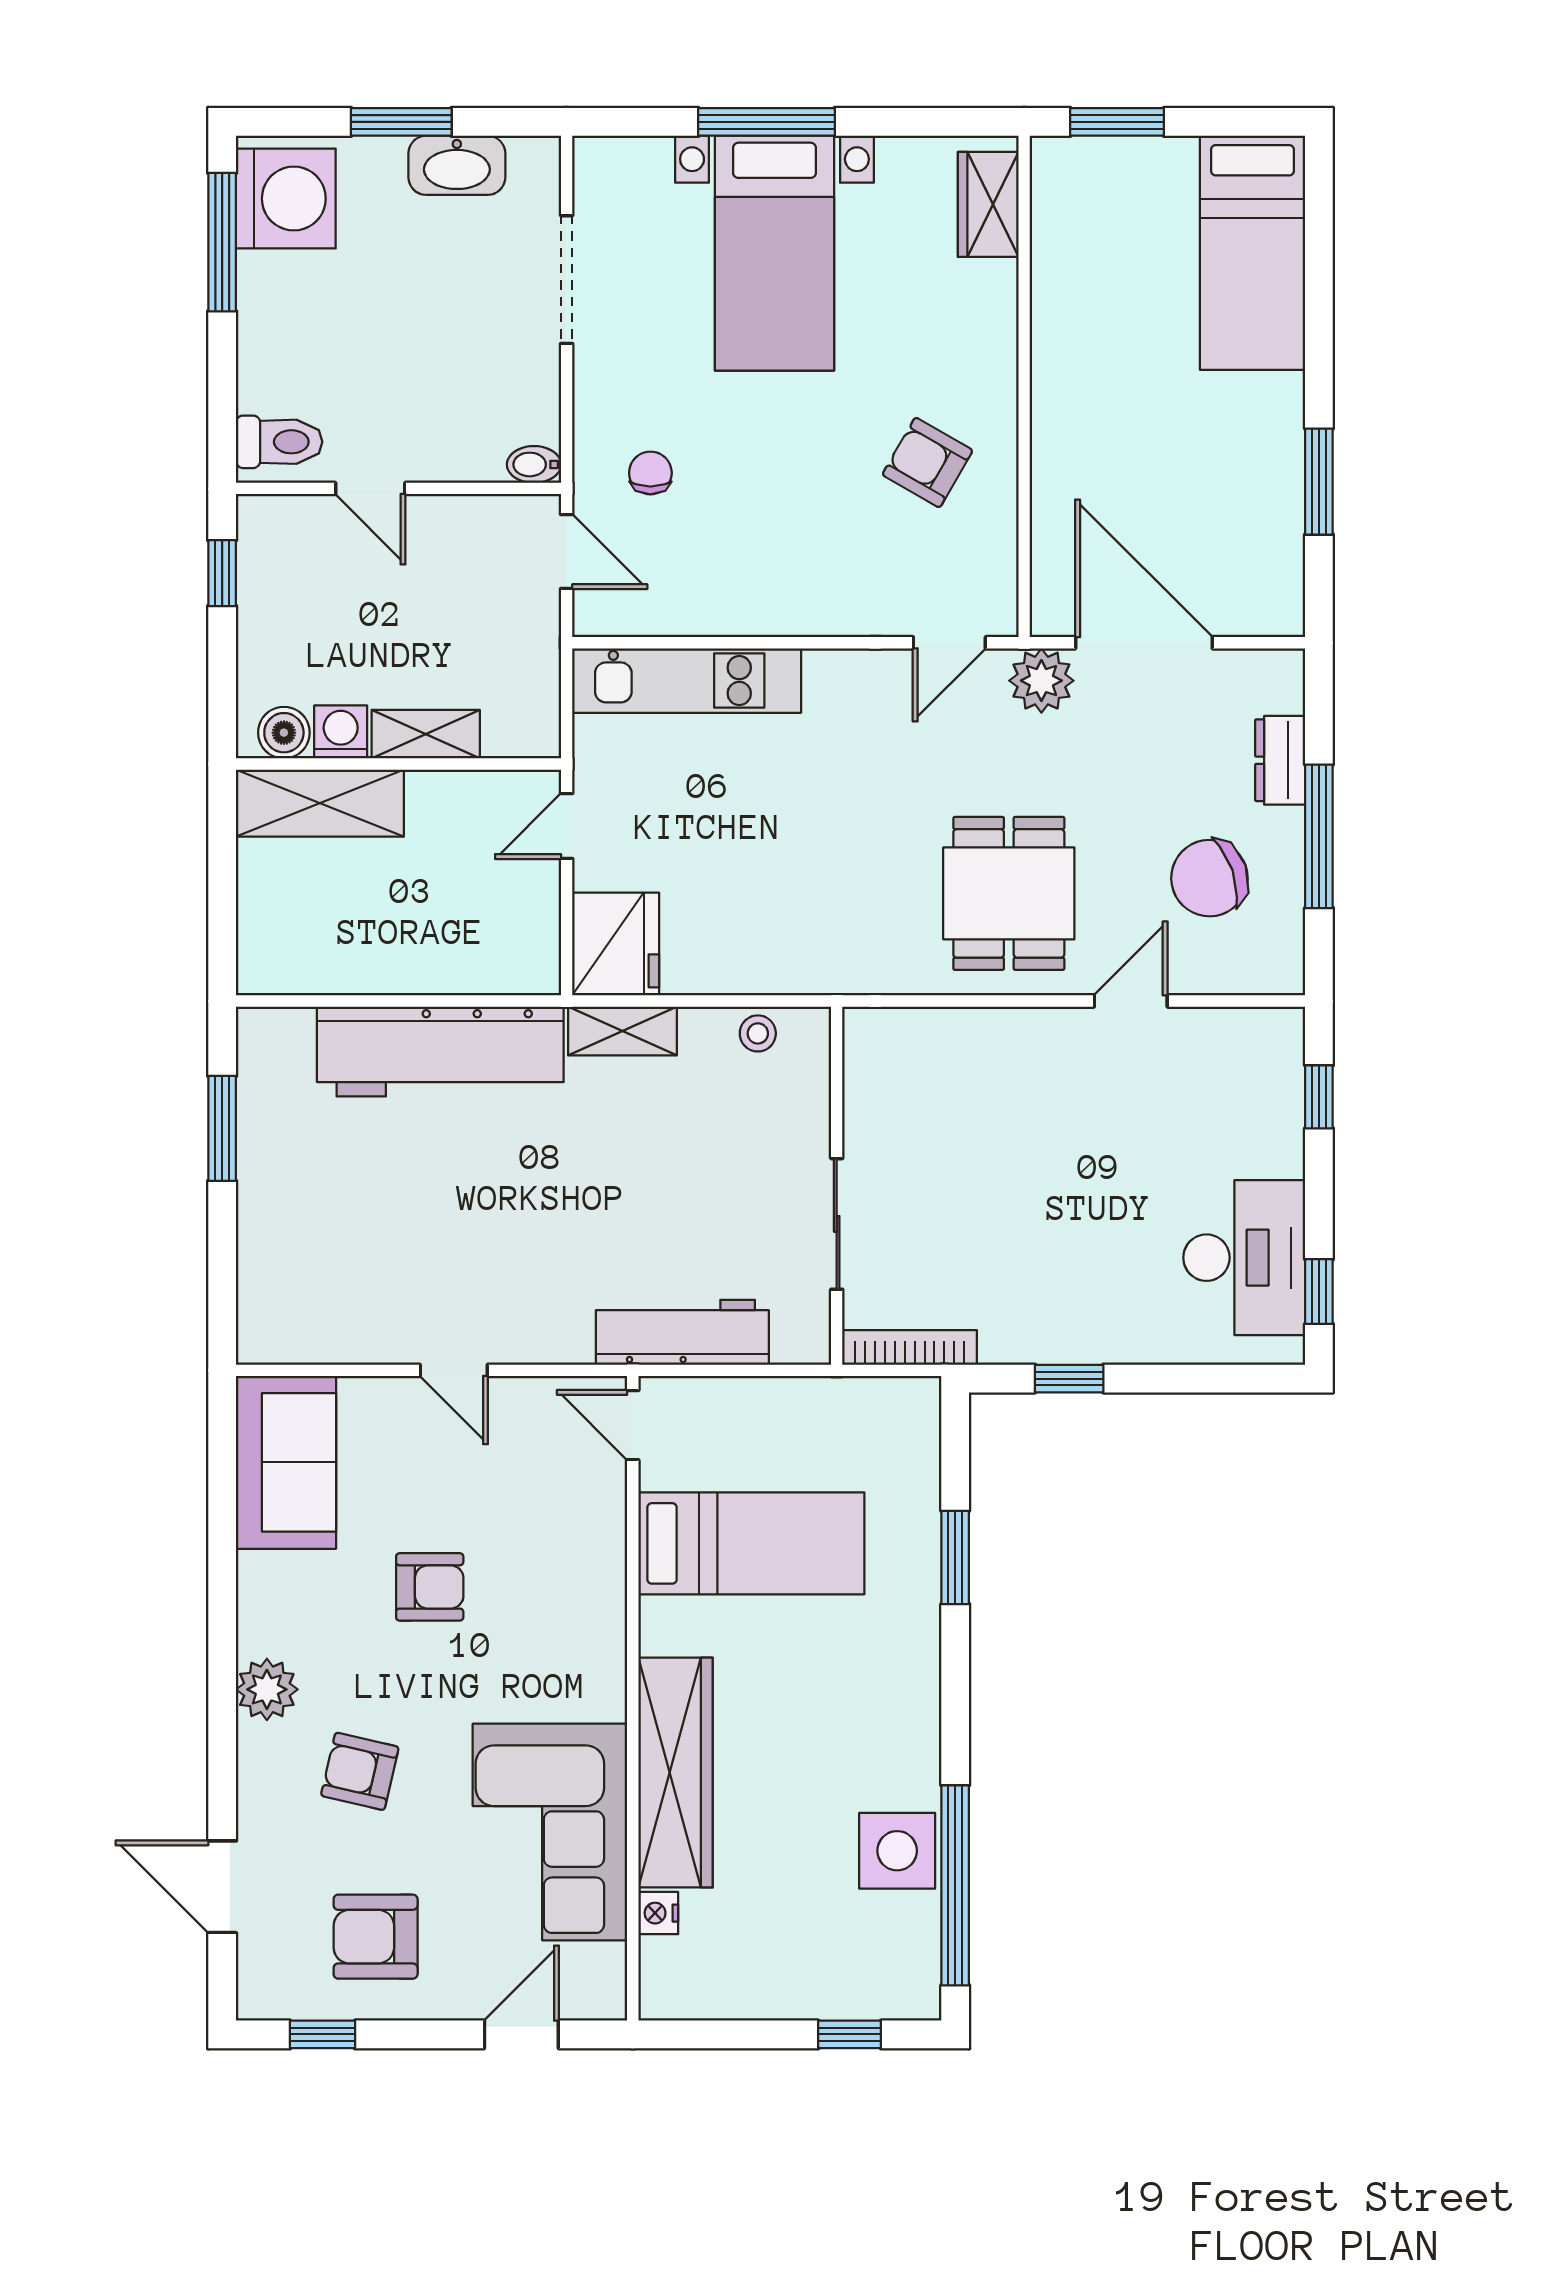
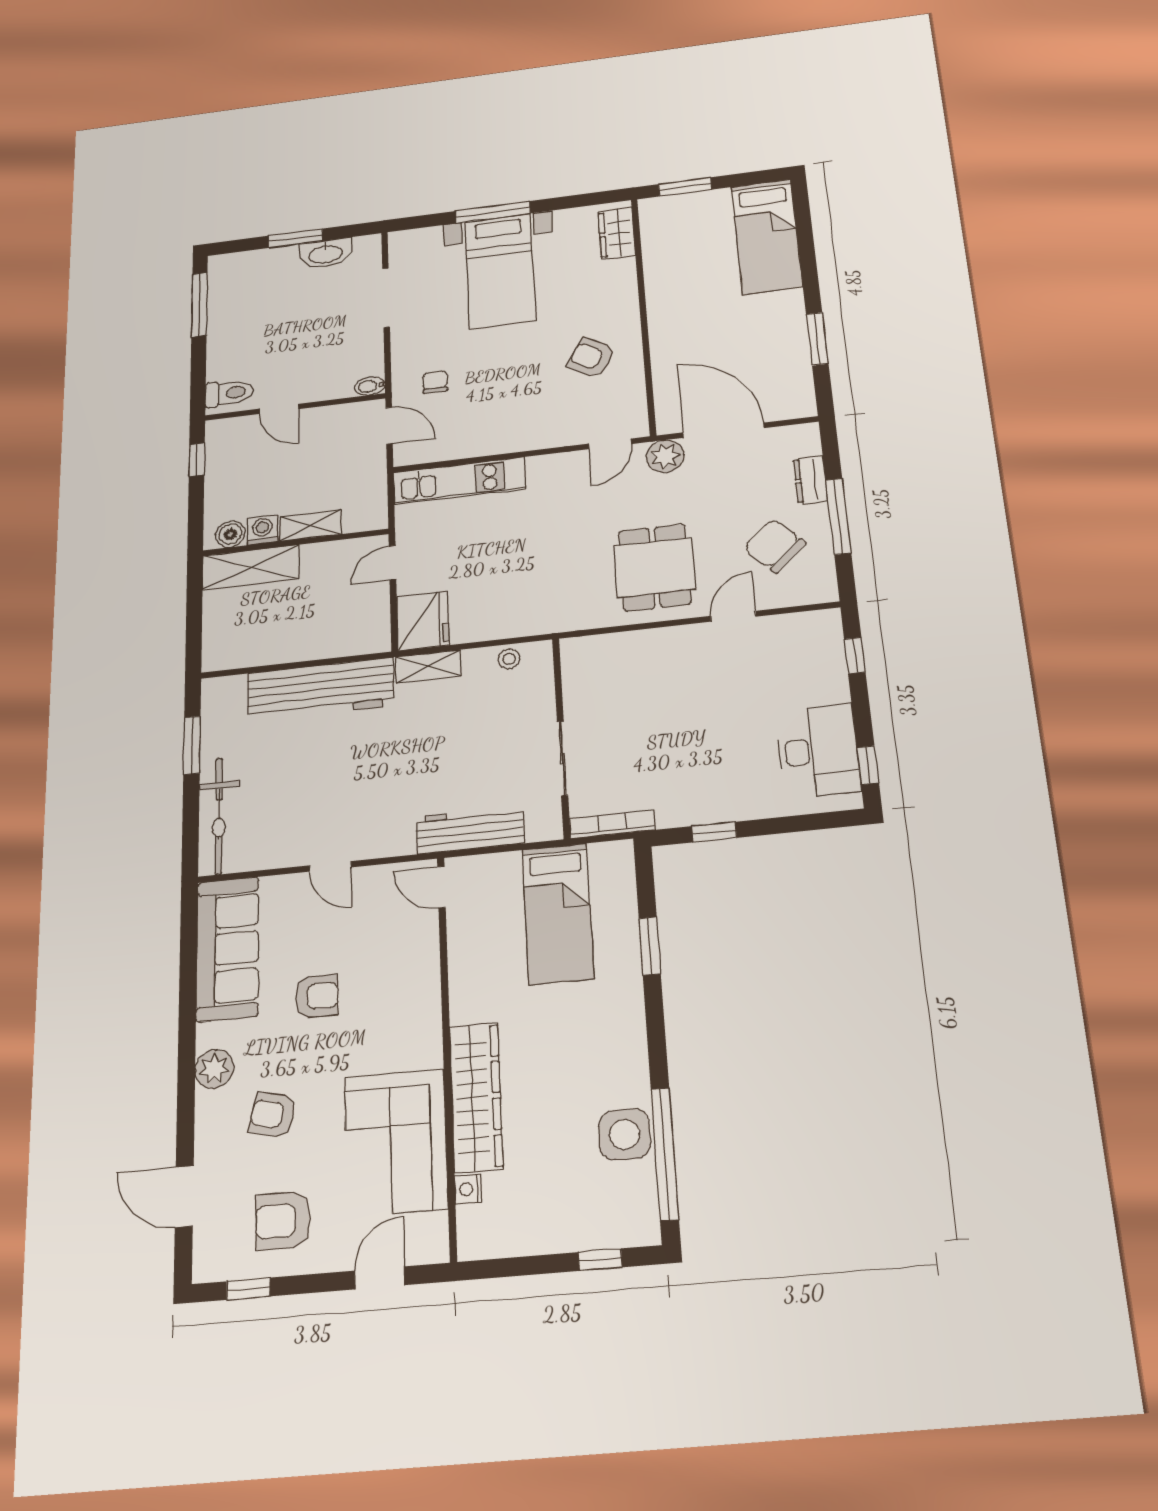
washing machine: (286, 199) -> (234, 280), removed
chair: (1209, 878) -> (774, 546), turned 66
bicycle: (269, 1262) -> (219, 816), added
sofa: (286, 1462) -> (228, 949), width x1.36
bed: (751, 1543) -> (558, 913), moved, turned 90

